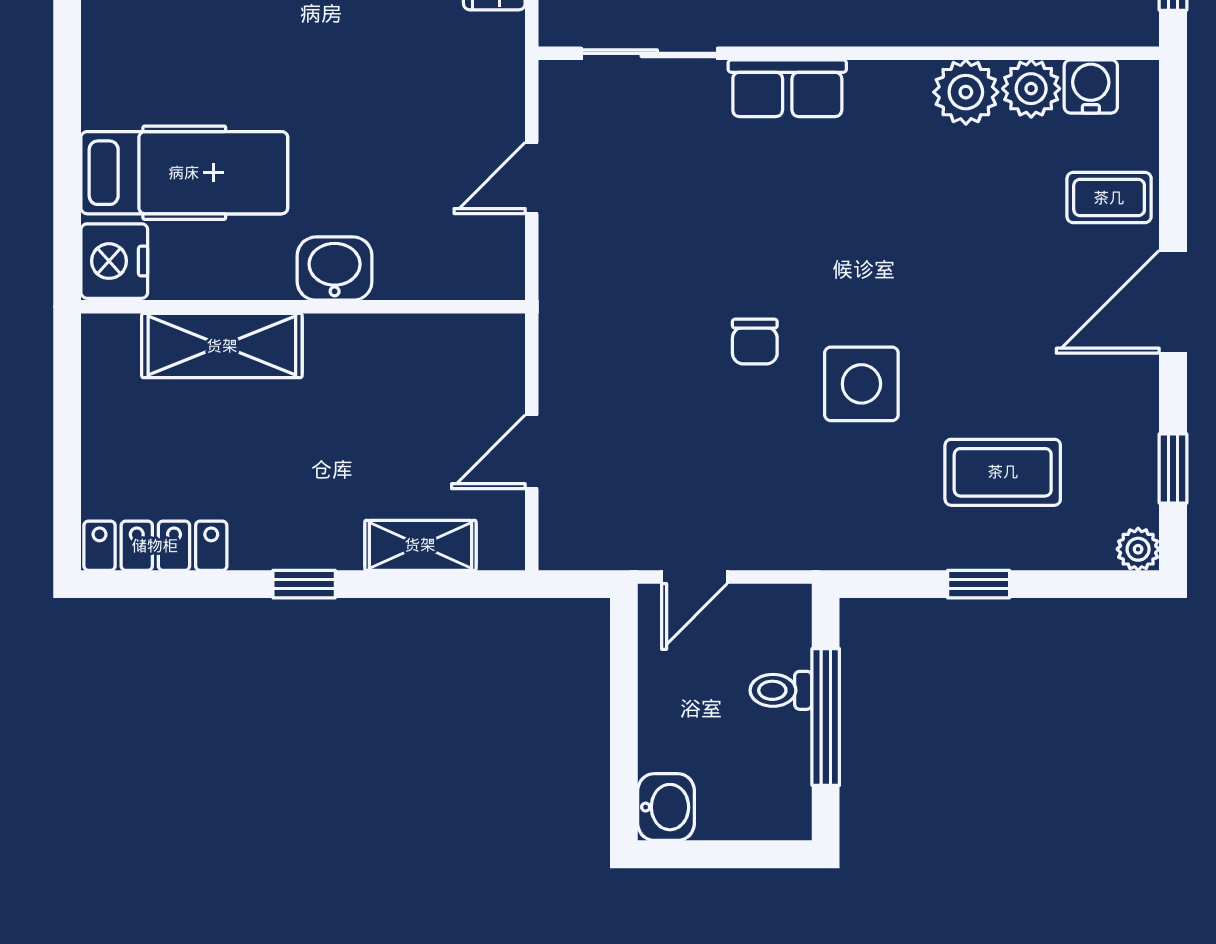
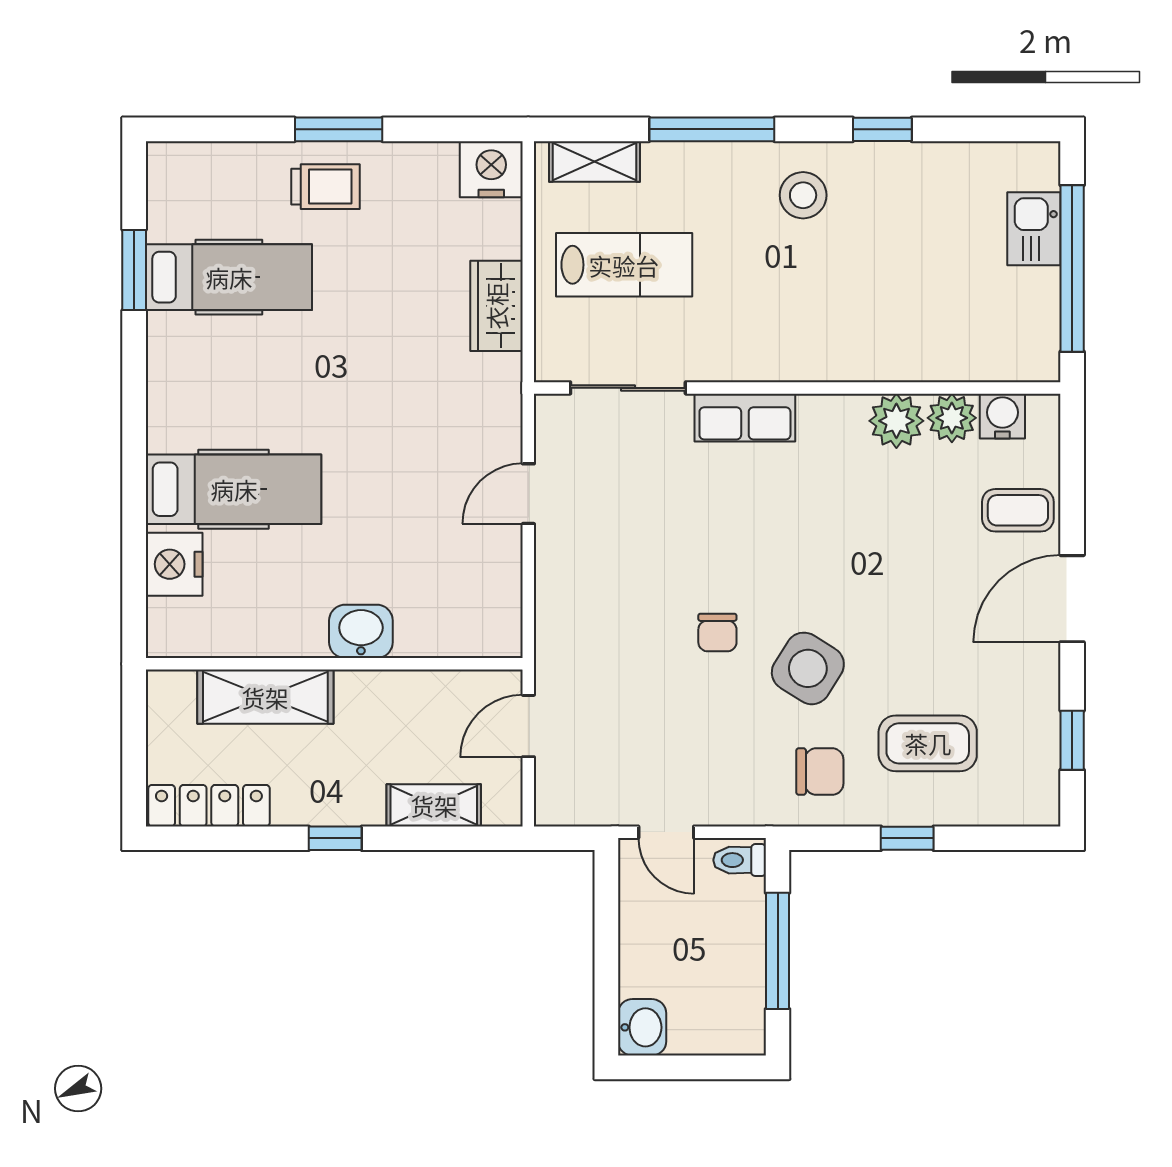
washbasin: (335, 269) -> (361, 631), moved
wall: (303, 307) -> (334, 664), moved
shelving: (222, 346) -> (265, 697), moved
side table: (861, 384) -> (808, 668), turned 32
chair: (876, 505) -> (820, 772), added
plant: (1138, 549) -> (1043, 809), removed
door: (694, 577) -> (666, 832), hinge flipped
toilet: (781, 690) -> (740, 860), moved

